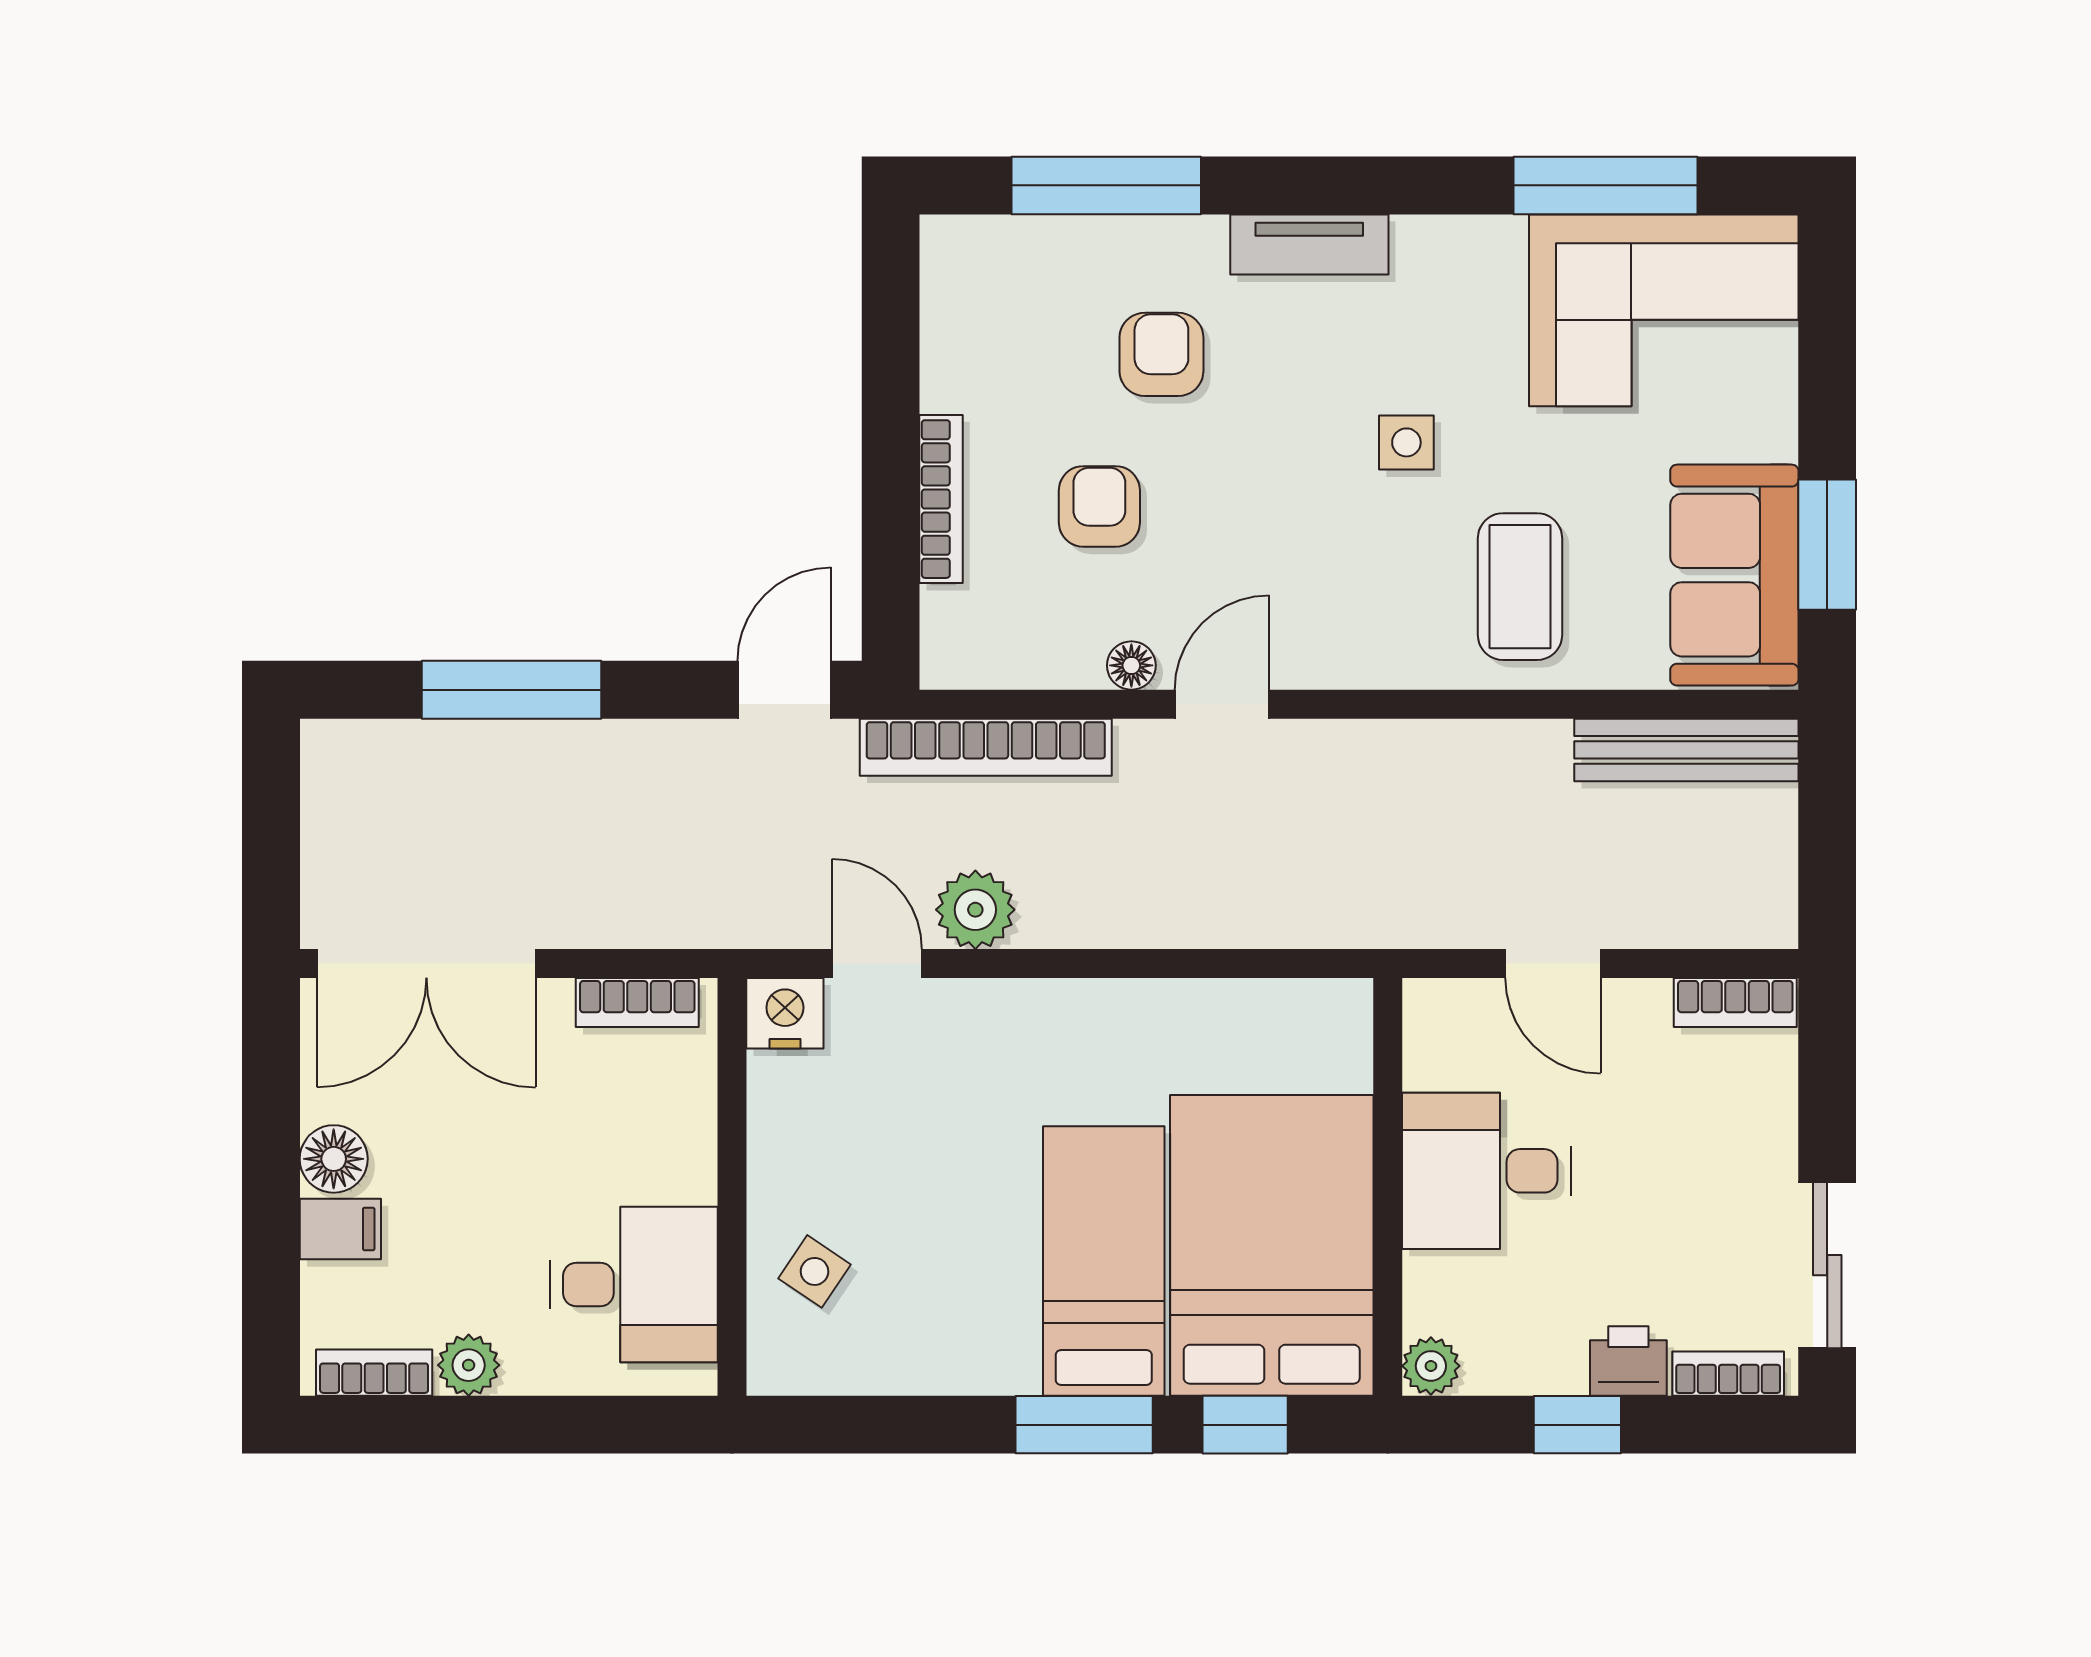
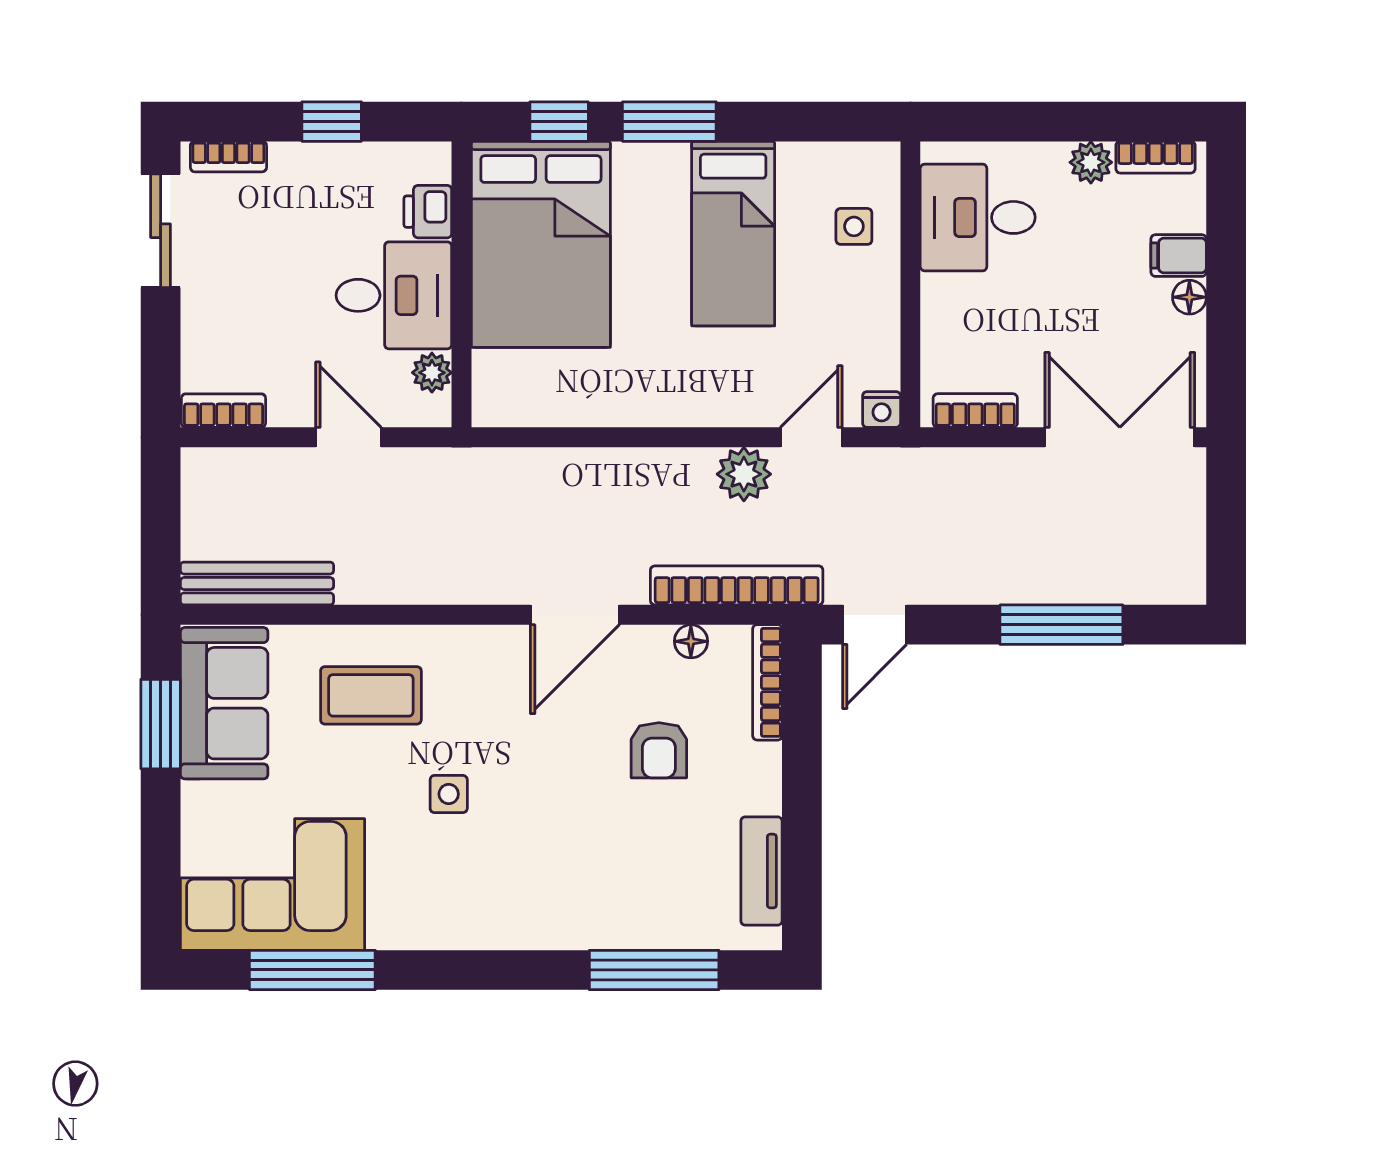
tv unit: (1309, 244) -> (761, 871), moved, turned -90
armchair: (1161, 354) -> (616, 854), removed
bookcase: (941, 499) -> (767, 682), moved
coffee table: (1520, 587) -> (371, 695), turned 90
floor lamp: (1131, 665) -> (691, 641), moved
door: (1222, 704) -> (575, 615), width x1.38
door: (877, 964) -> (811, 437), swing flipped
nightstand: (785, 1013) -> (882, 409), width x0.72, depth x0.74
floor lamp: (334, 1159) -> (1189, 297), width x0.73, depth x0.73
bed: (1104, 1261) -> (733, 234), moved
side table: (815, 1271) -> (854, 226), turned -34
printer: (1628, 1361) -> (428, 212), moved, turned 90
plant: (1431, 1366) -> (432, 373), moved

